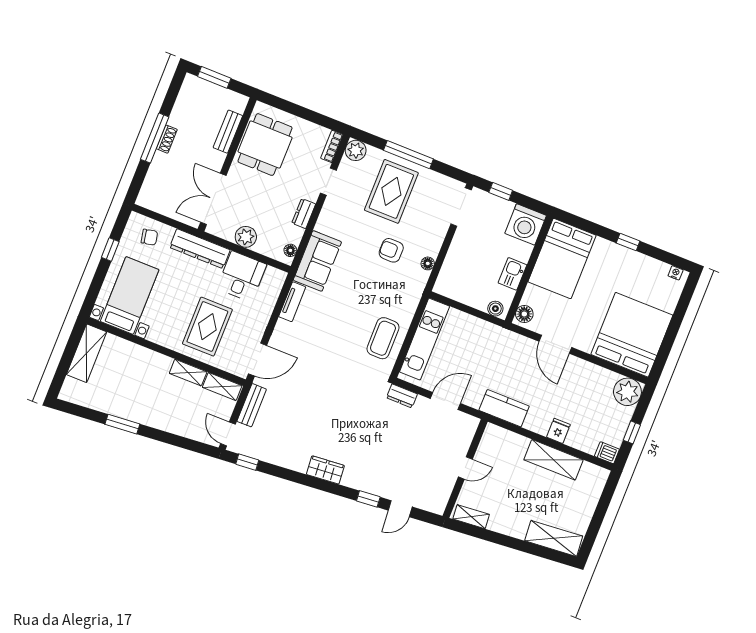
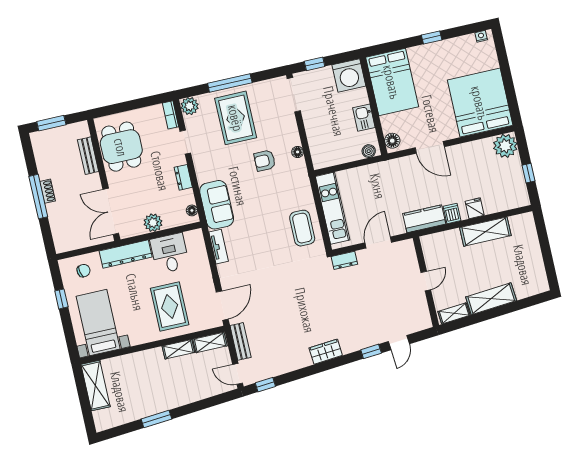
dishwasher: (607, 453) -> (452, 213), moved, turned 90
shelving: (554, 538) -> (491, 299), moved

